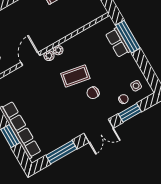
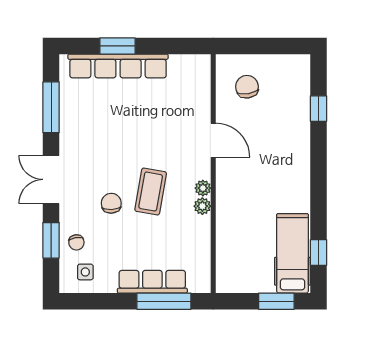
row of seats: (118, 43) -> (152, 282), width x1.48
plant: (49, 56) -> (202, 206), moved

